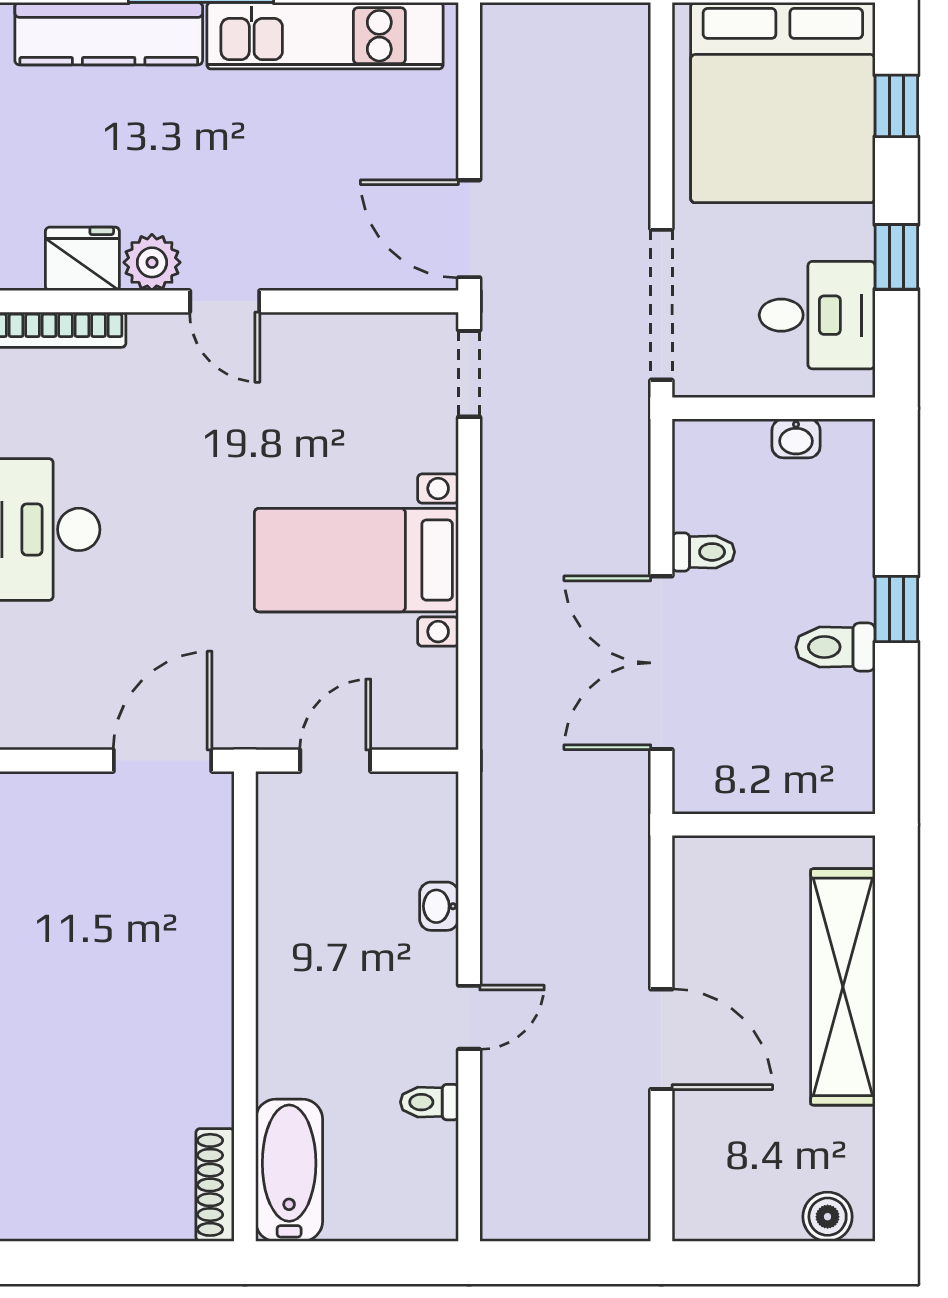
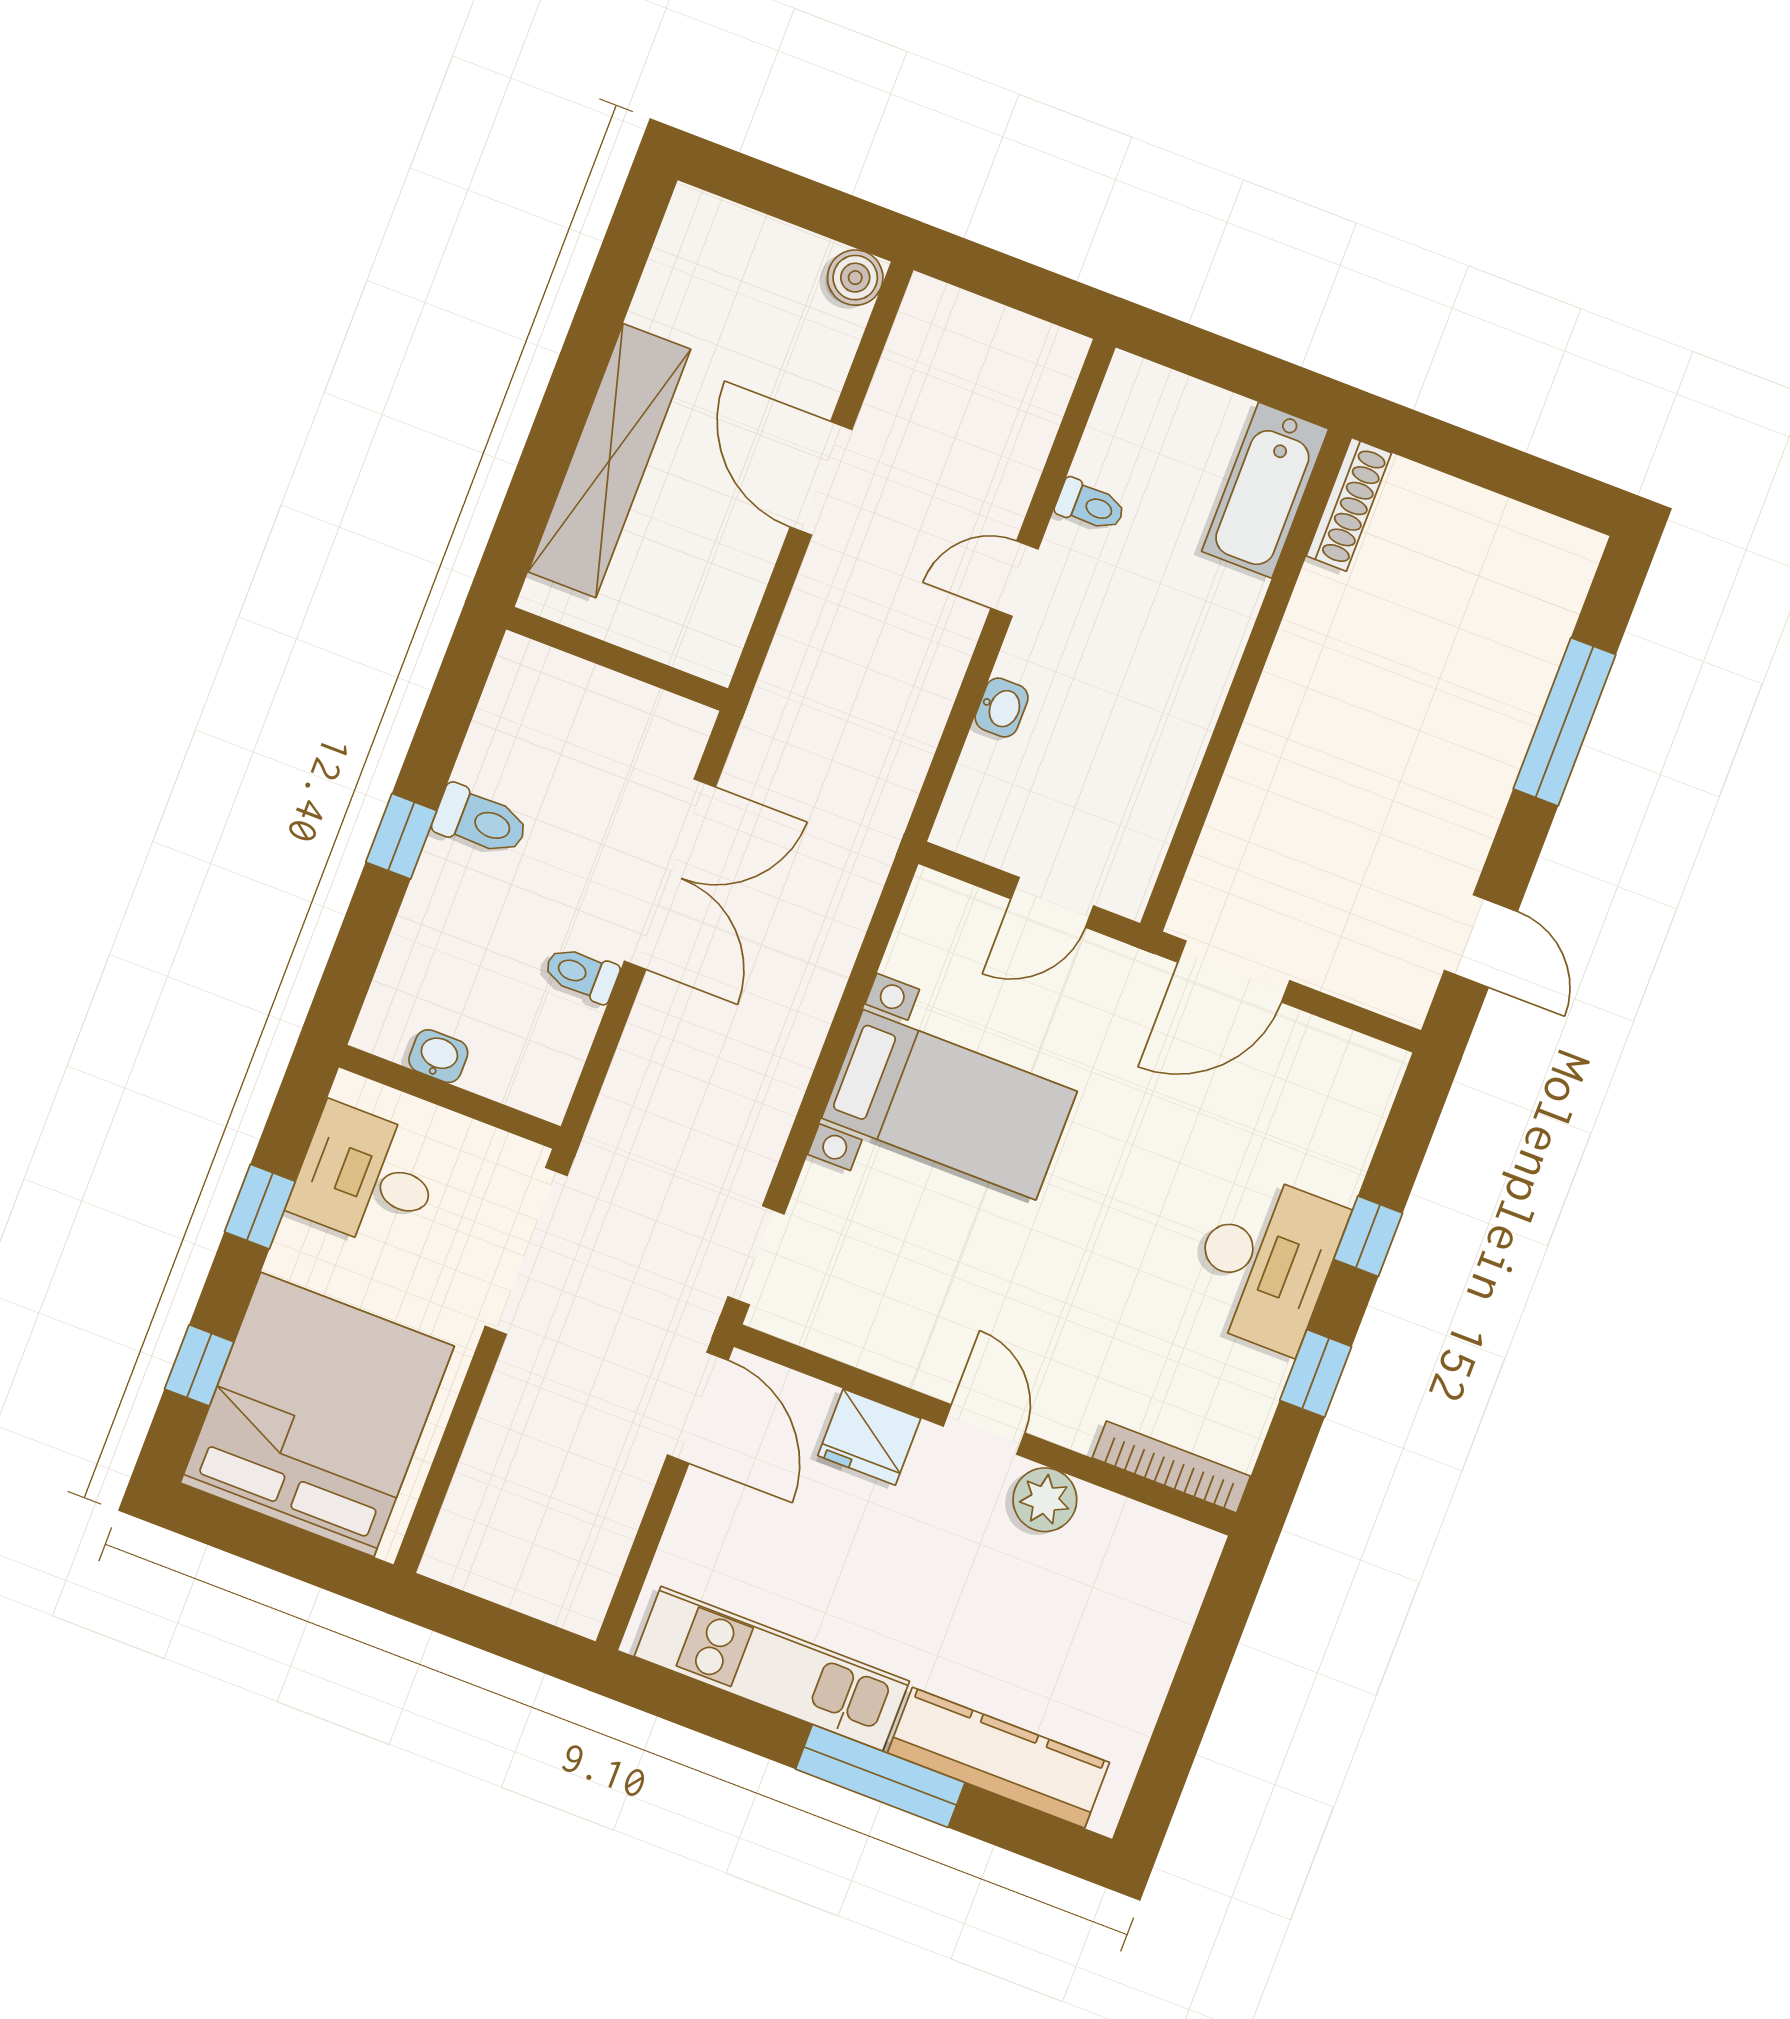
fridge: (82, 259) -> (869, 1437), moved
boiler: (828, 1217) -> (855, 278), moved

